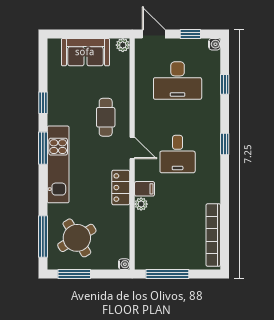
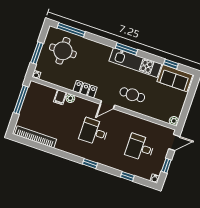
sofa: (85, 52) -> (175, 78), moved, turned -90
desk: (178, 81) -> (140, 148), width x0.73
window: (43, 103) -> (171, 64), moved
kitchen unit: (58, 164) -> (135, 63), moved
filing cabinet: (145, 189) -> (60, 97), moved
round table: (77, 238) -> (63, 51), turned 31
window: (74, 274) -> (37, 53), moved

